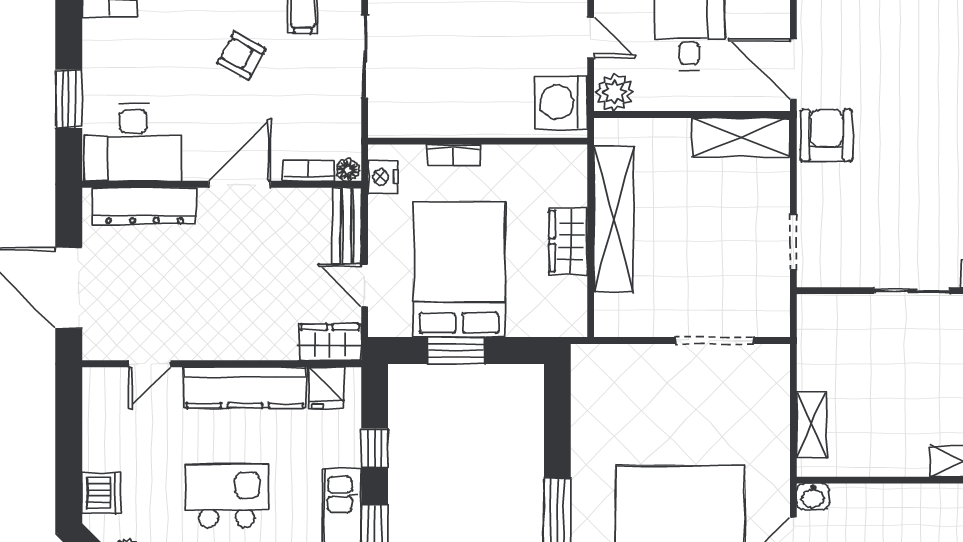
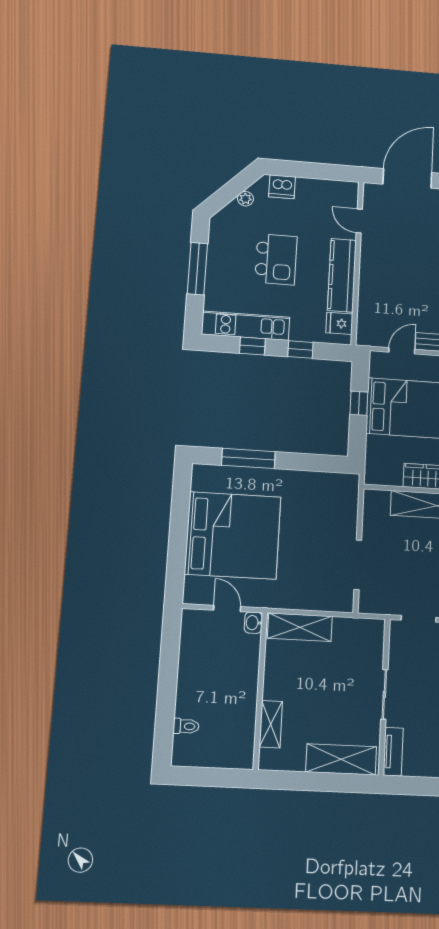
wardrobe: (330, 342) -> (368, 328), removed
window: (456, 350) -> (359, 403), width x0.67
shelving: (811, 425) -> (300, 627), width x1.50, depth x1.33

